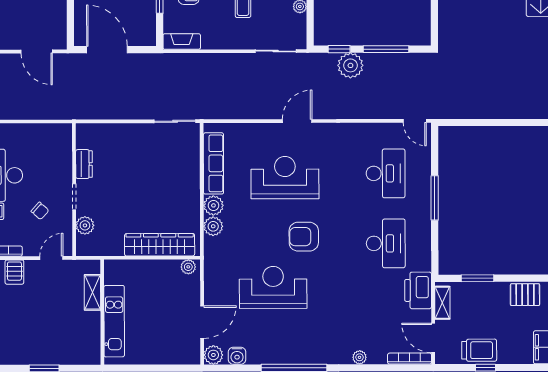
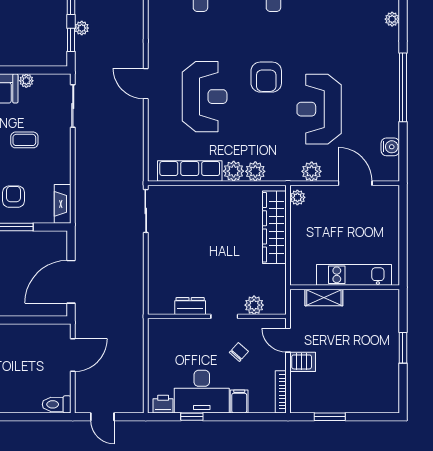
plant: (350, 65) -> (82, 28), width x0.53, depth x0.53
reception desk: (285, 178) -> (205, 97), turned 180
server rack: (14, 272) -> (303, 362), moved
plant: (213, 355) -> (312, 171), moved

